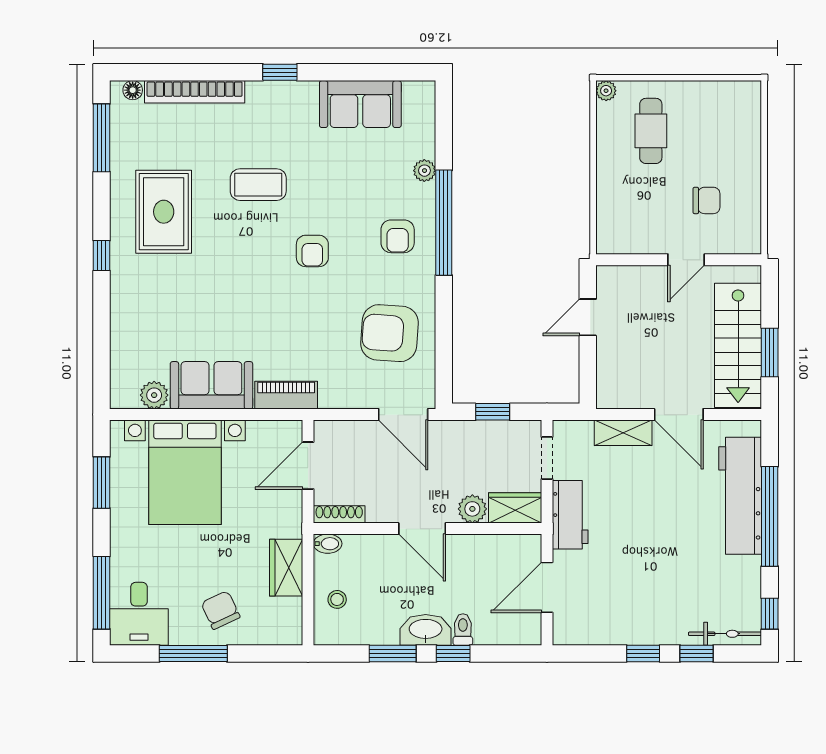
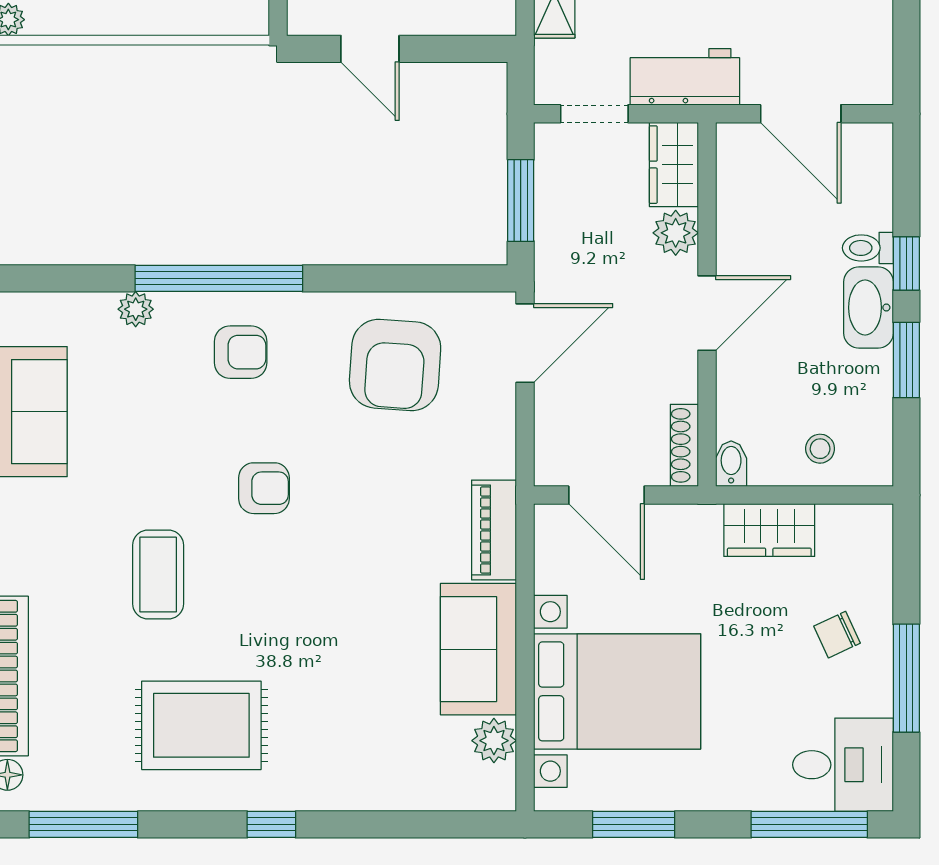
window: (493, 412) -> (521, 200), width x1.50
chair: (221, 610) -> (837, 635), width x0.73, depth x0.73

